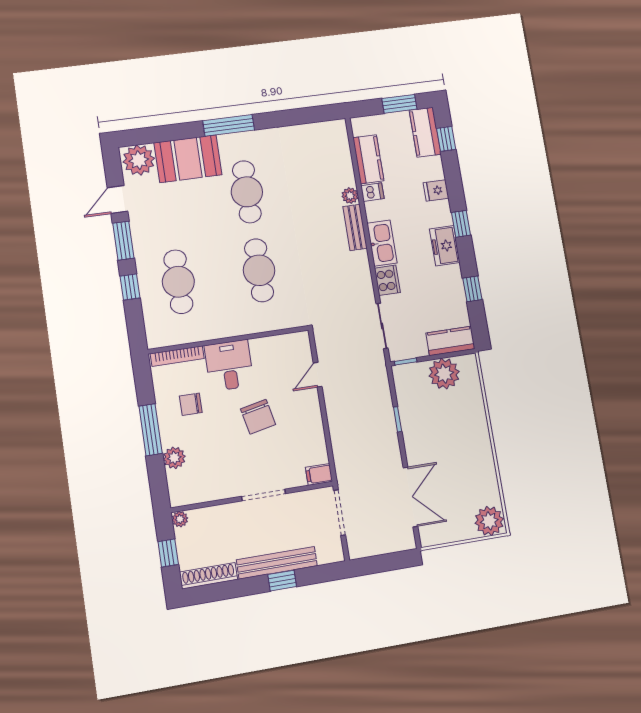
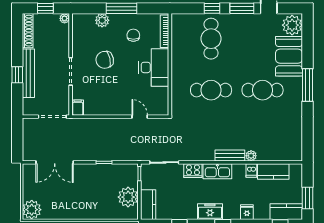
cafe table: (178, 282) -> (211, 39), turned 90
desk: (229, 365) -> (154, 67), width x1.37
chair: (258, 417) -> (105, 60), moved

